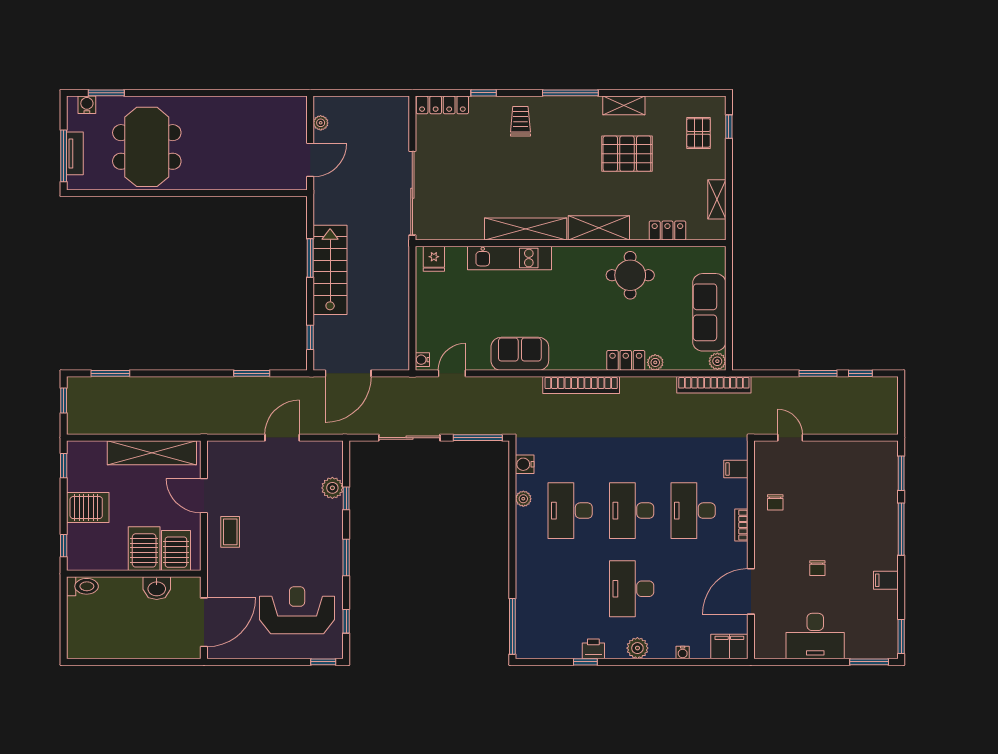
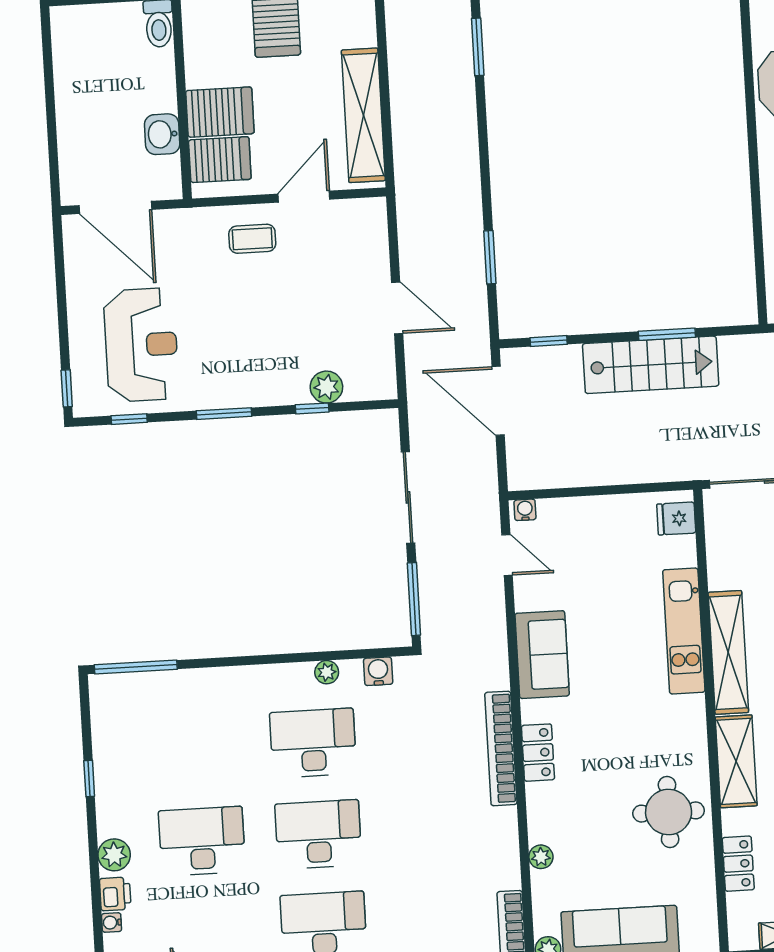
locker: (626, 360) -> (538, 753), moved
printer: (593, 649) -> (115, 894), moved

